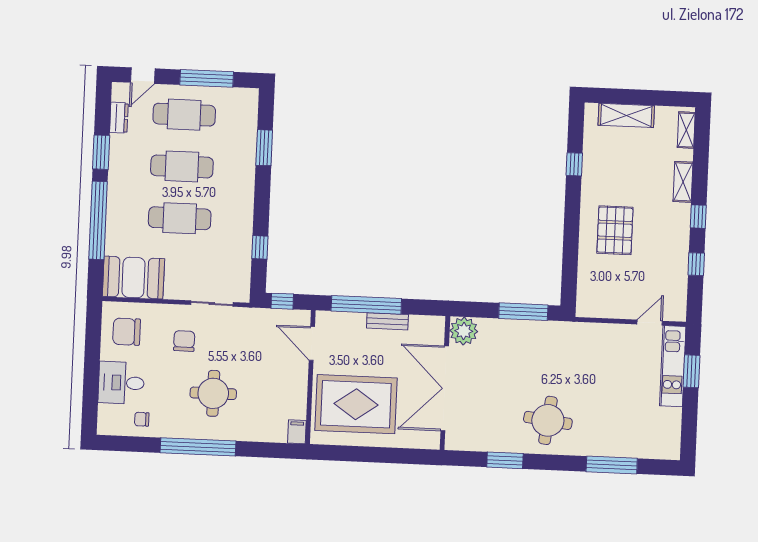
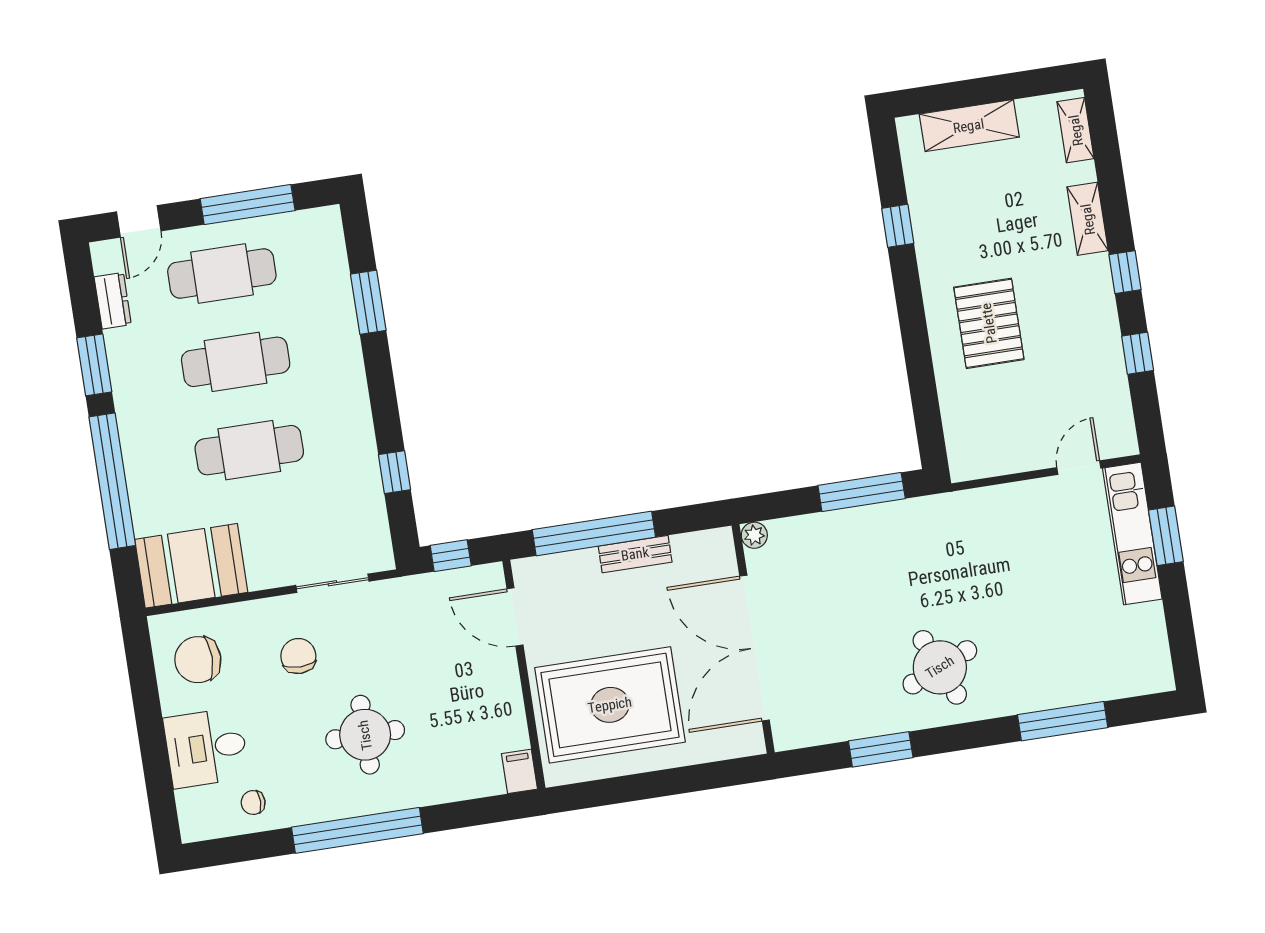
plant: (464, 331) -> (754, 535), width x0.53, depth x0.53
round table: (548, 420) -> (940, 667), turned -30

